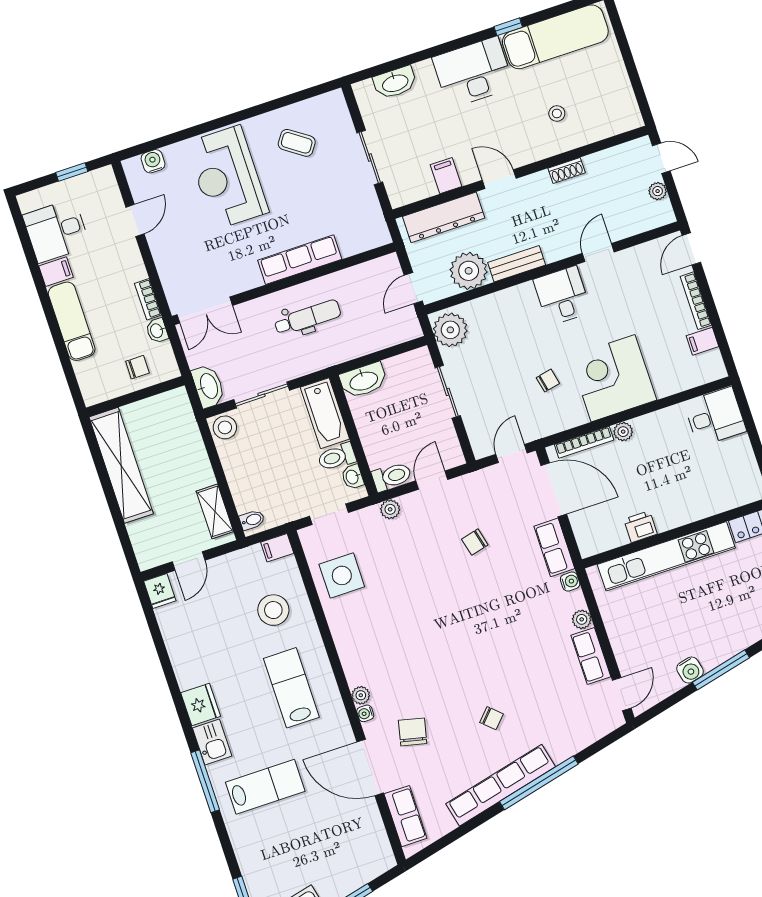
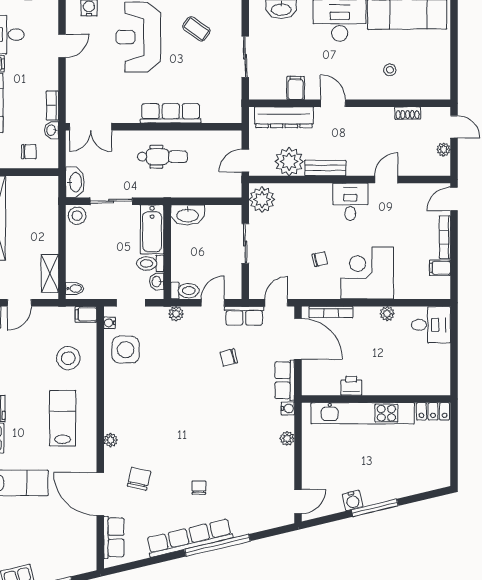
shoe rack: (567, 170) -> (408, 113), moved
plant: (623, 432) -> (387, 314), moved
row of seats: (591, 656) -> (244, 316), moved, turned -90
water cooler: (365, 713) -> (110, 323), moved
chair: (492, 718) -> (199, 488), turned -133

